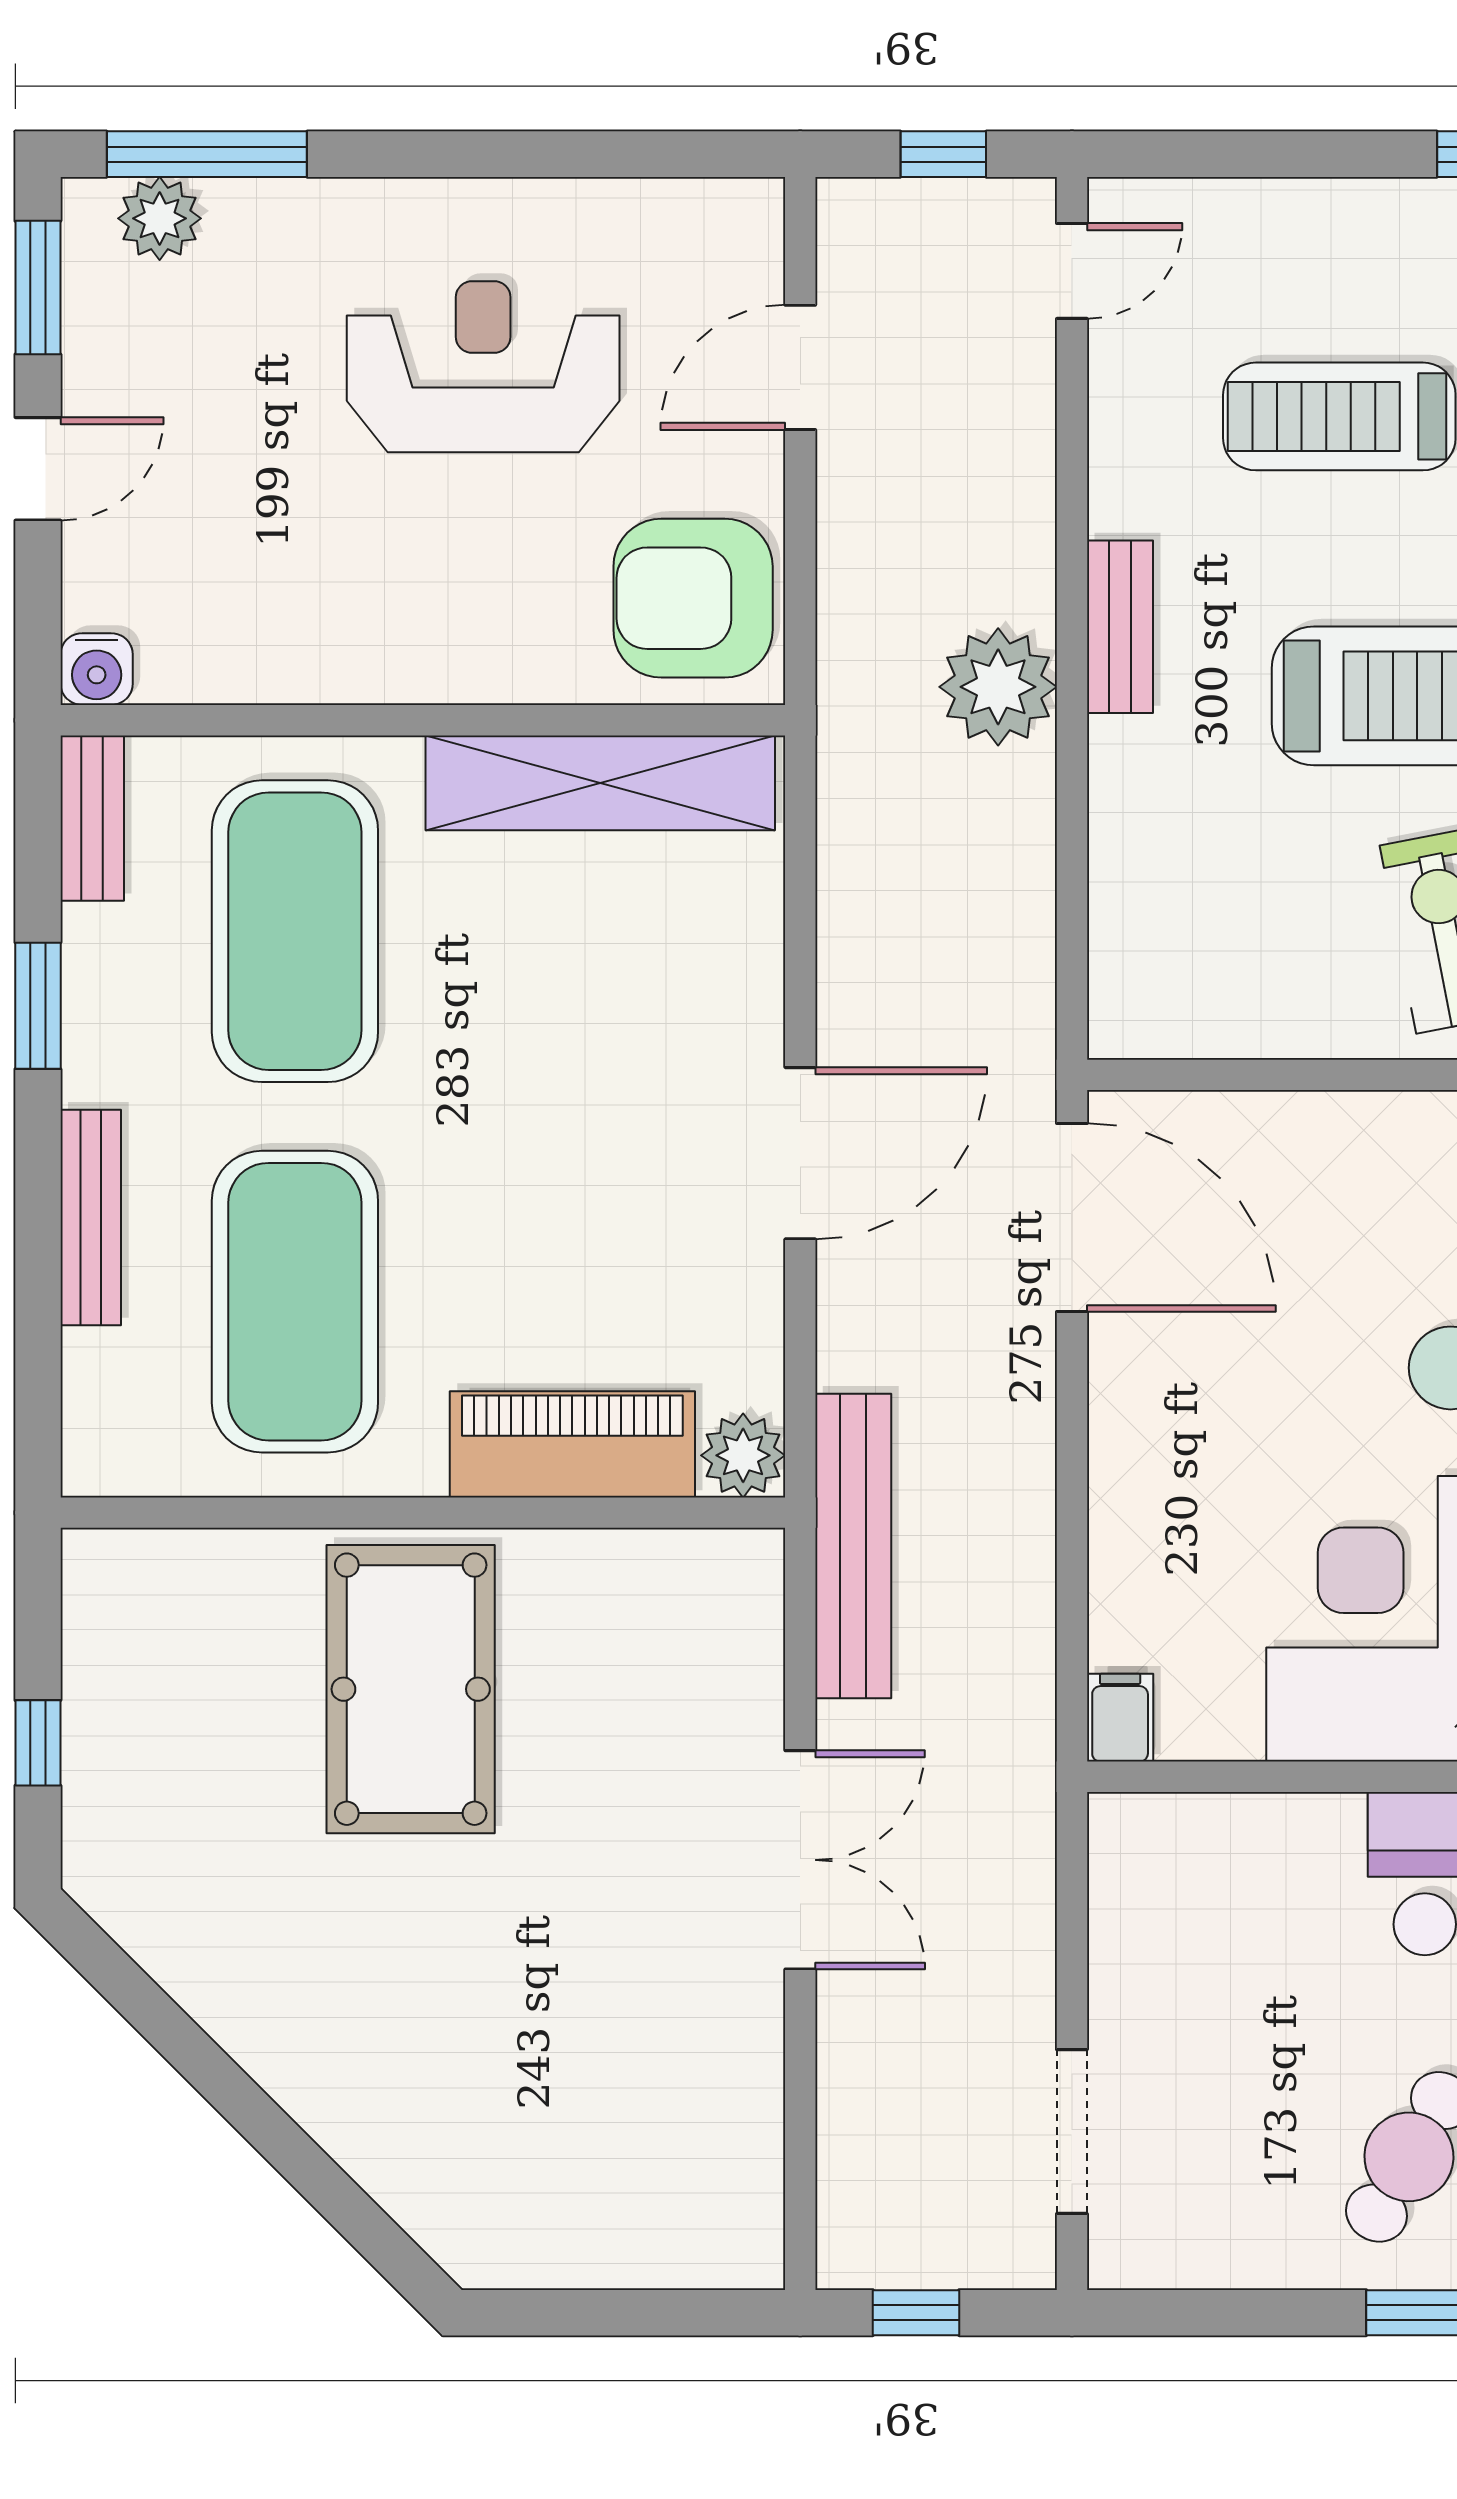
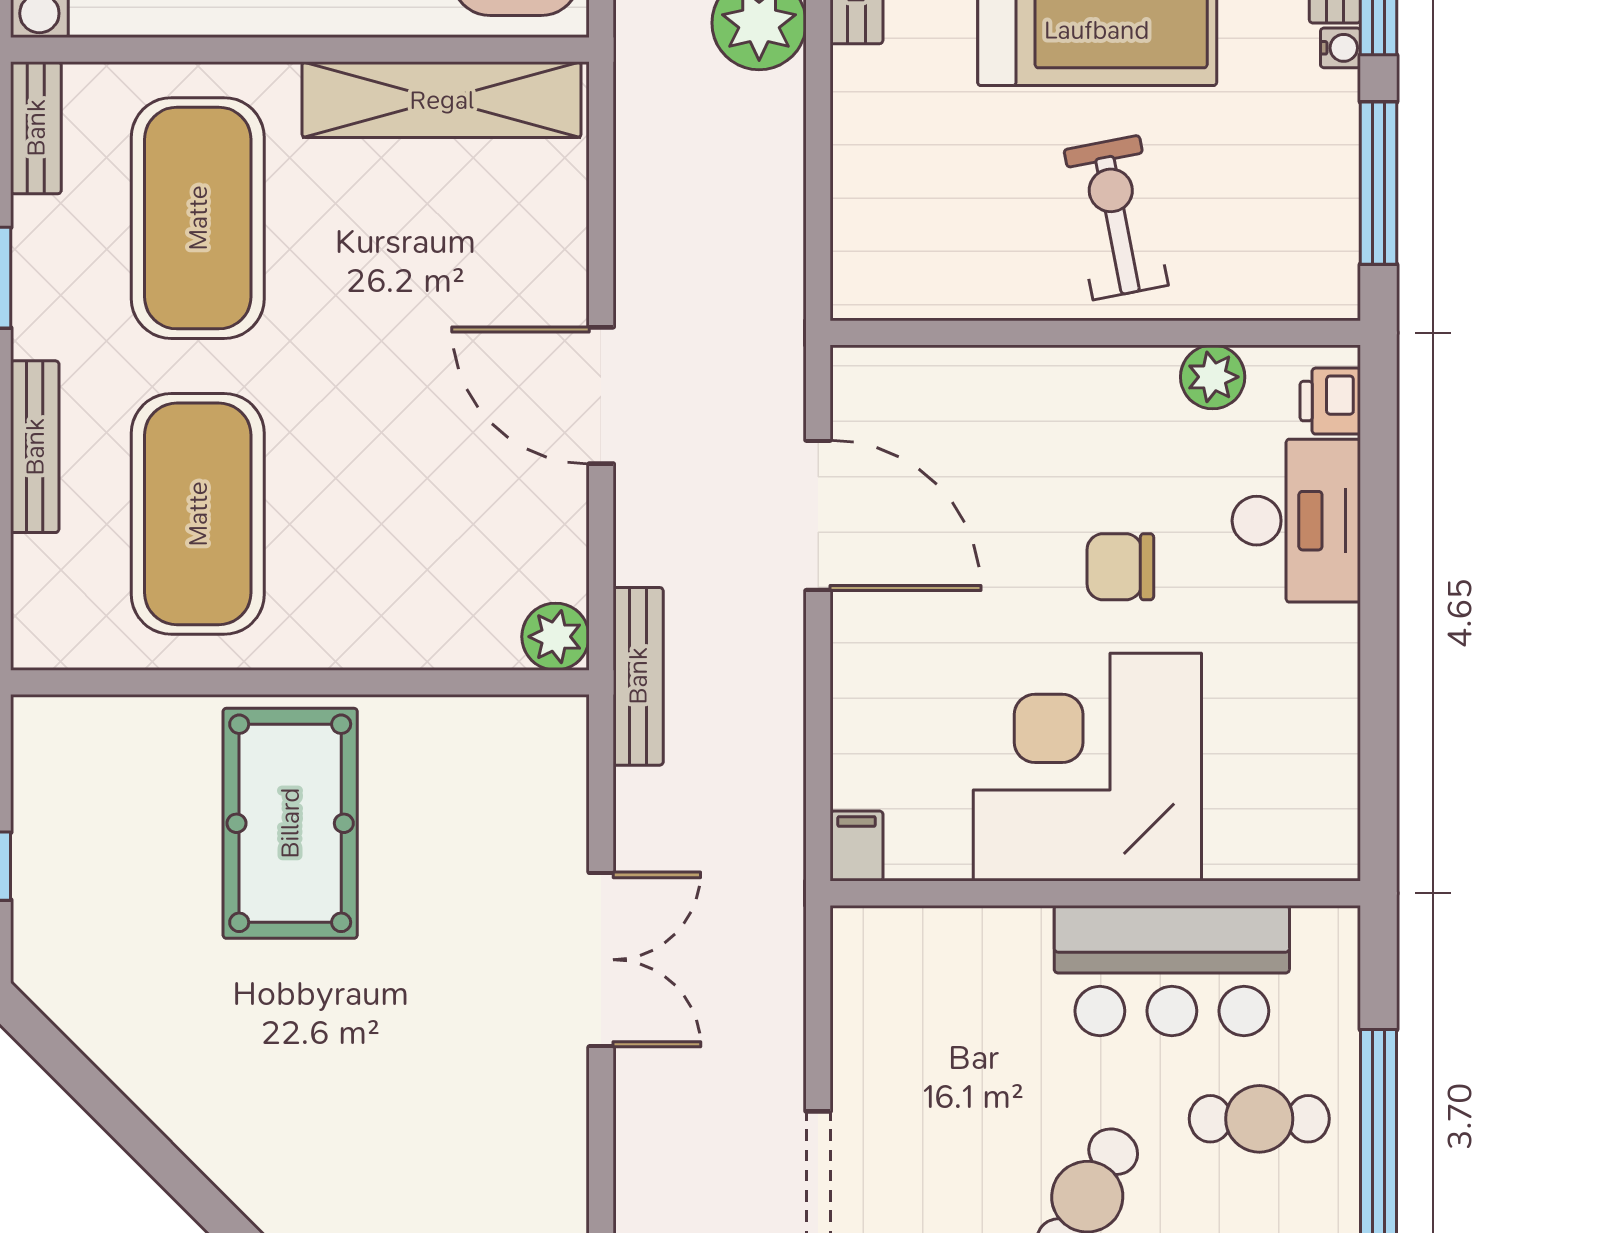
door: (800, 1153) -> (601, 395), swing flipped
door: (1072, 1217) -> (818, 515), moved
piano: (572, 1444) -> (419, 628), removed
bench: (853, 1546) -> (638, 676), width x0.73, depth x0.82

